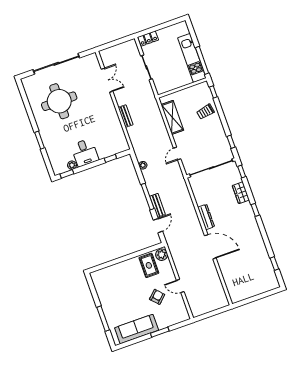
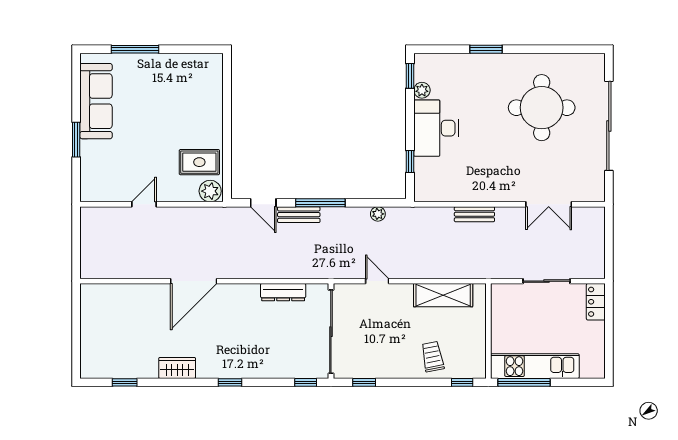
desk: (85, 153) -> (436, 128), width x1.37
wardrobe: (241, 193) -> (177, 368), moved
dresser: (206, 217) -> (283, 292), moved
armchair: (157, 297) -> (139, 157), removed

